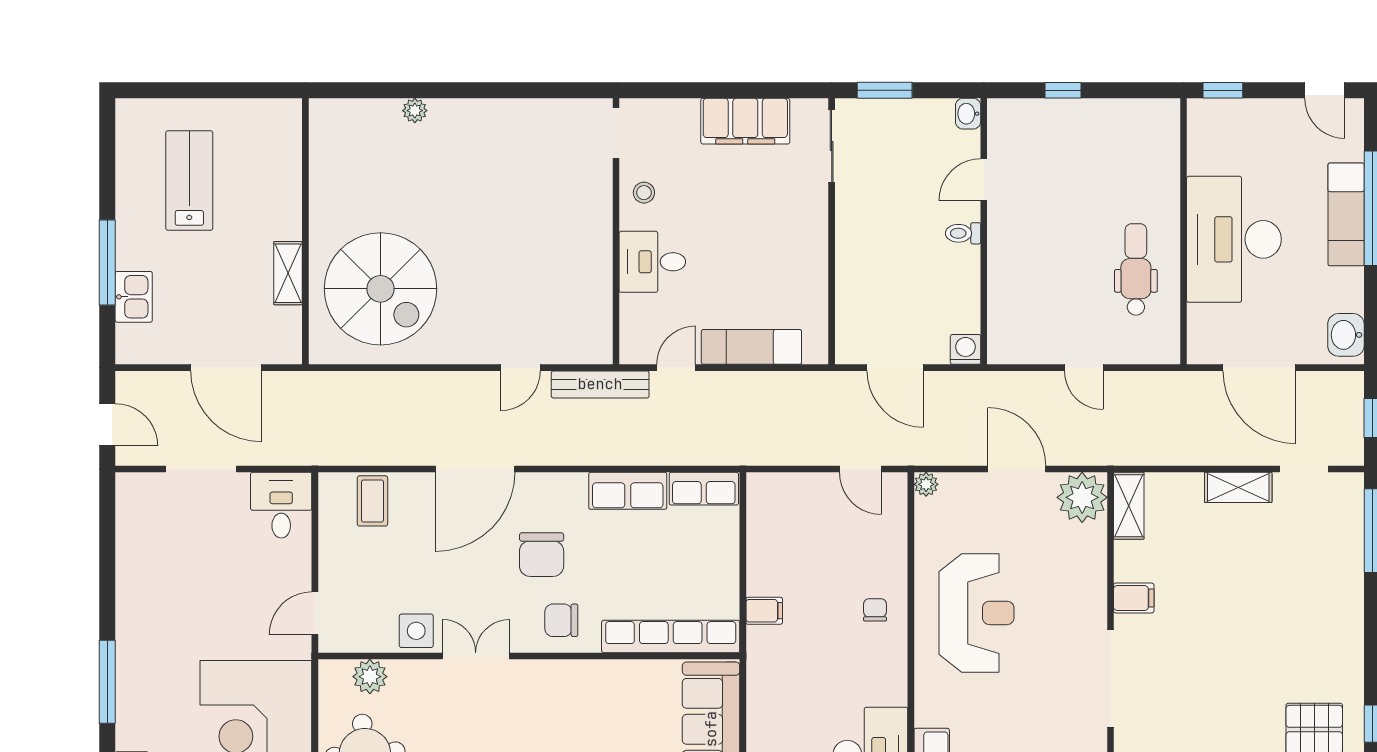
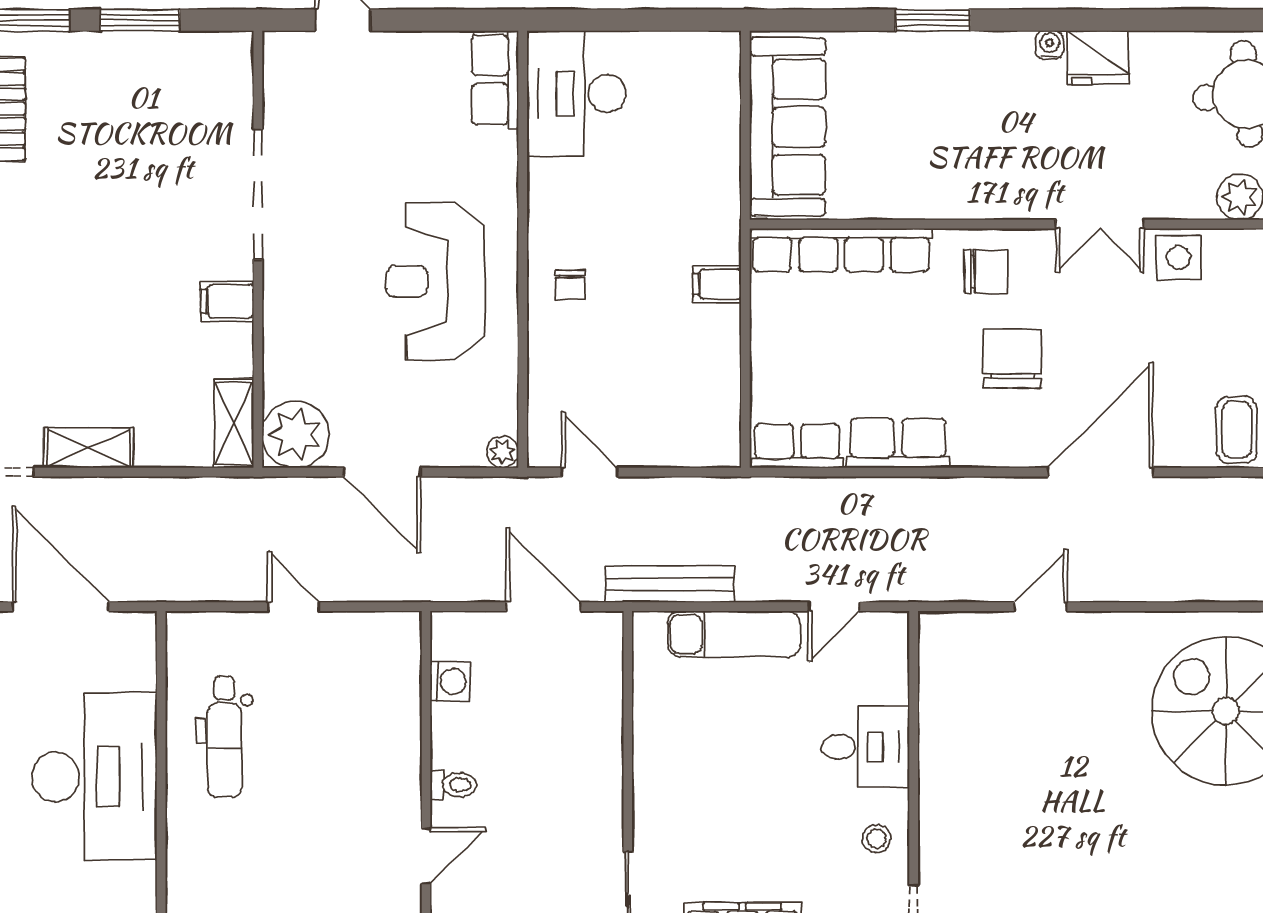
washing machine: (966, 349) -> (450, 681), moved, turned -90
bench: (600, 384) -> (670, 584), moved

